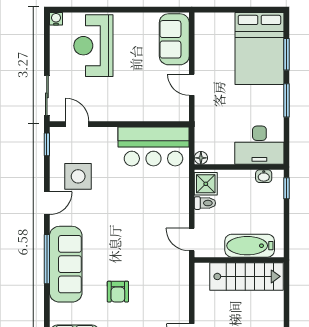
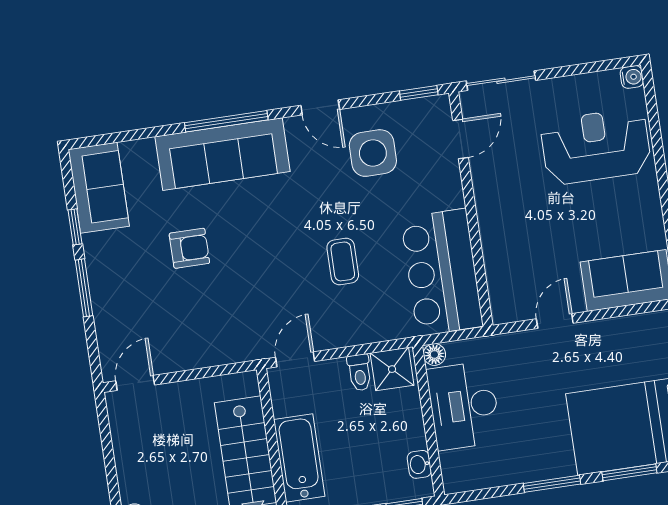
desk: (259, 145) -> (464, 406), moved
coffee table: (139, 203) -> (343, 261), added
armchair: (118, 292) -> (189, 248), turned 180

